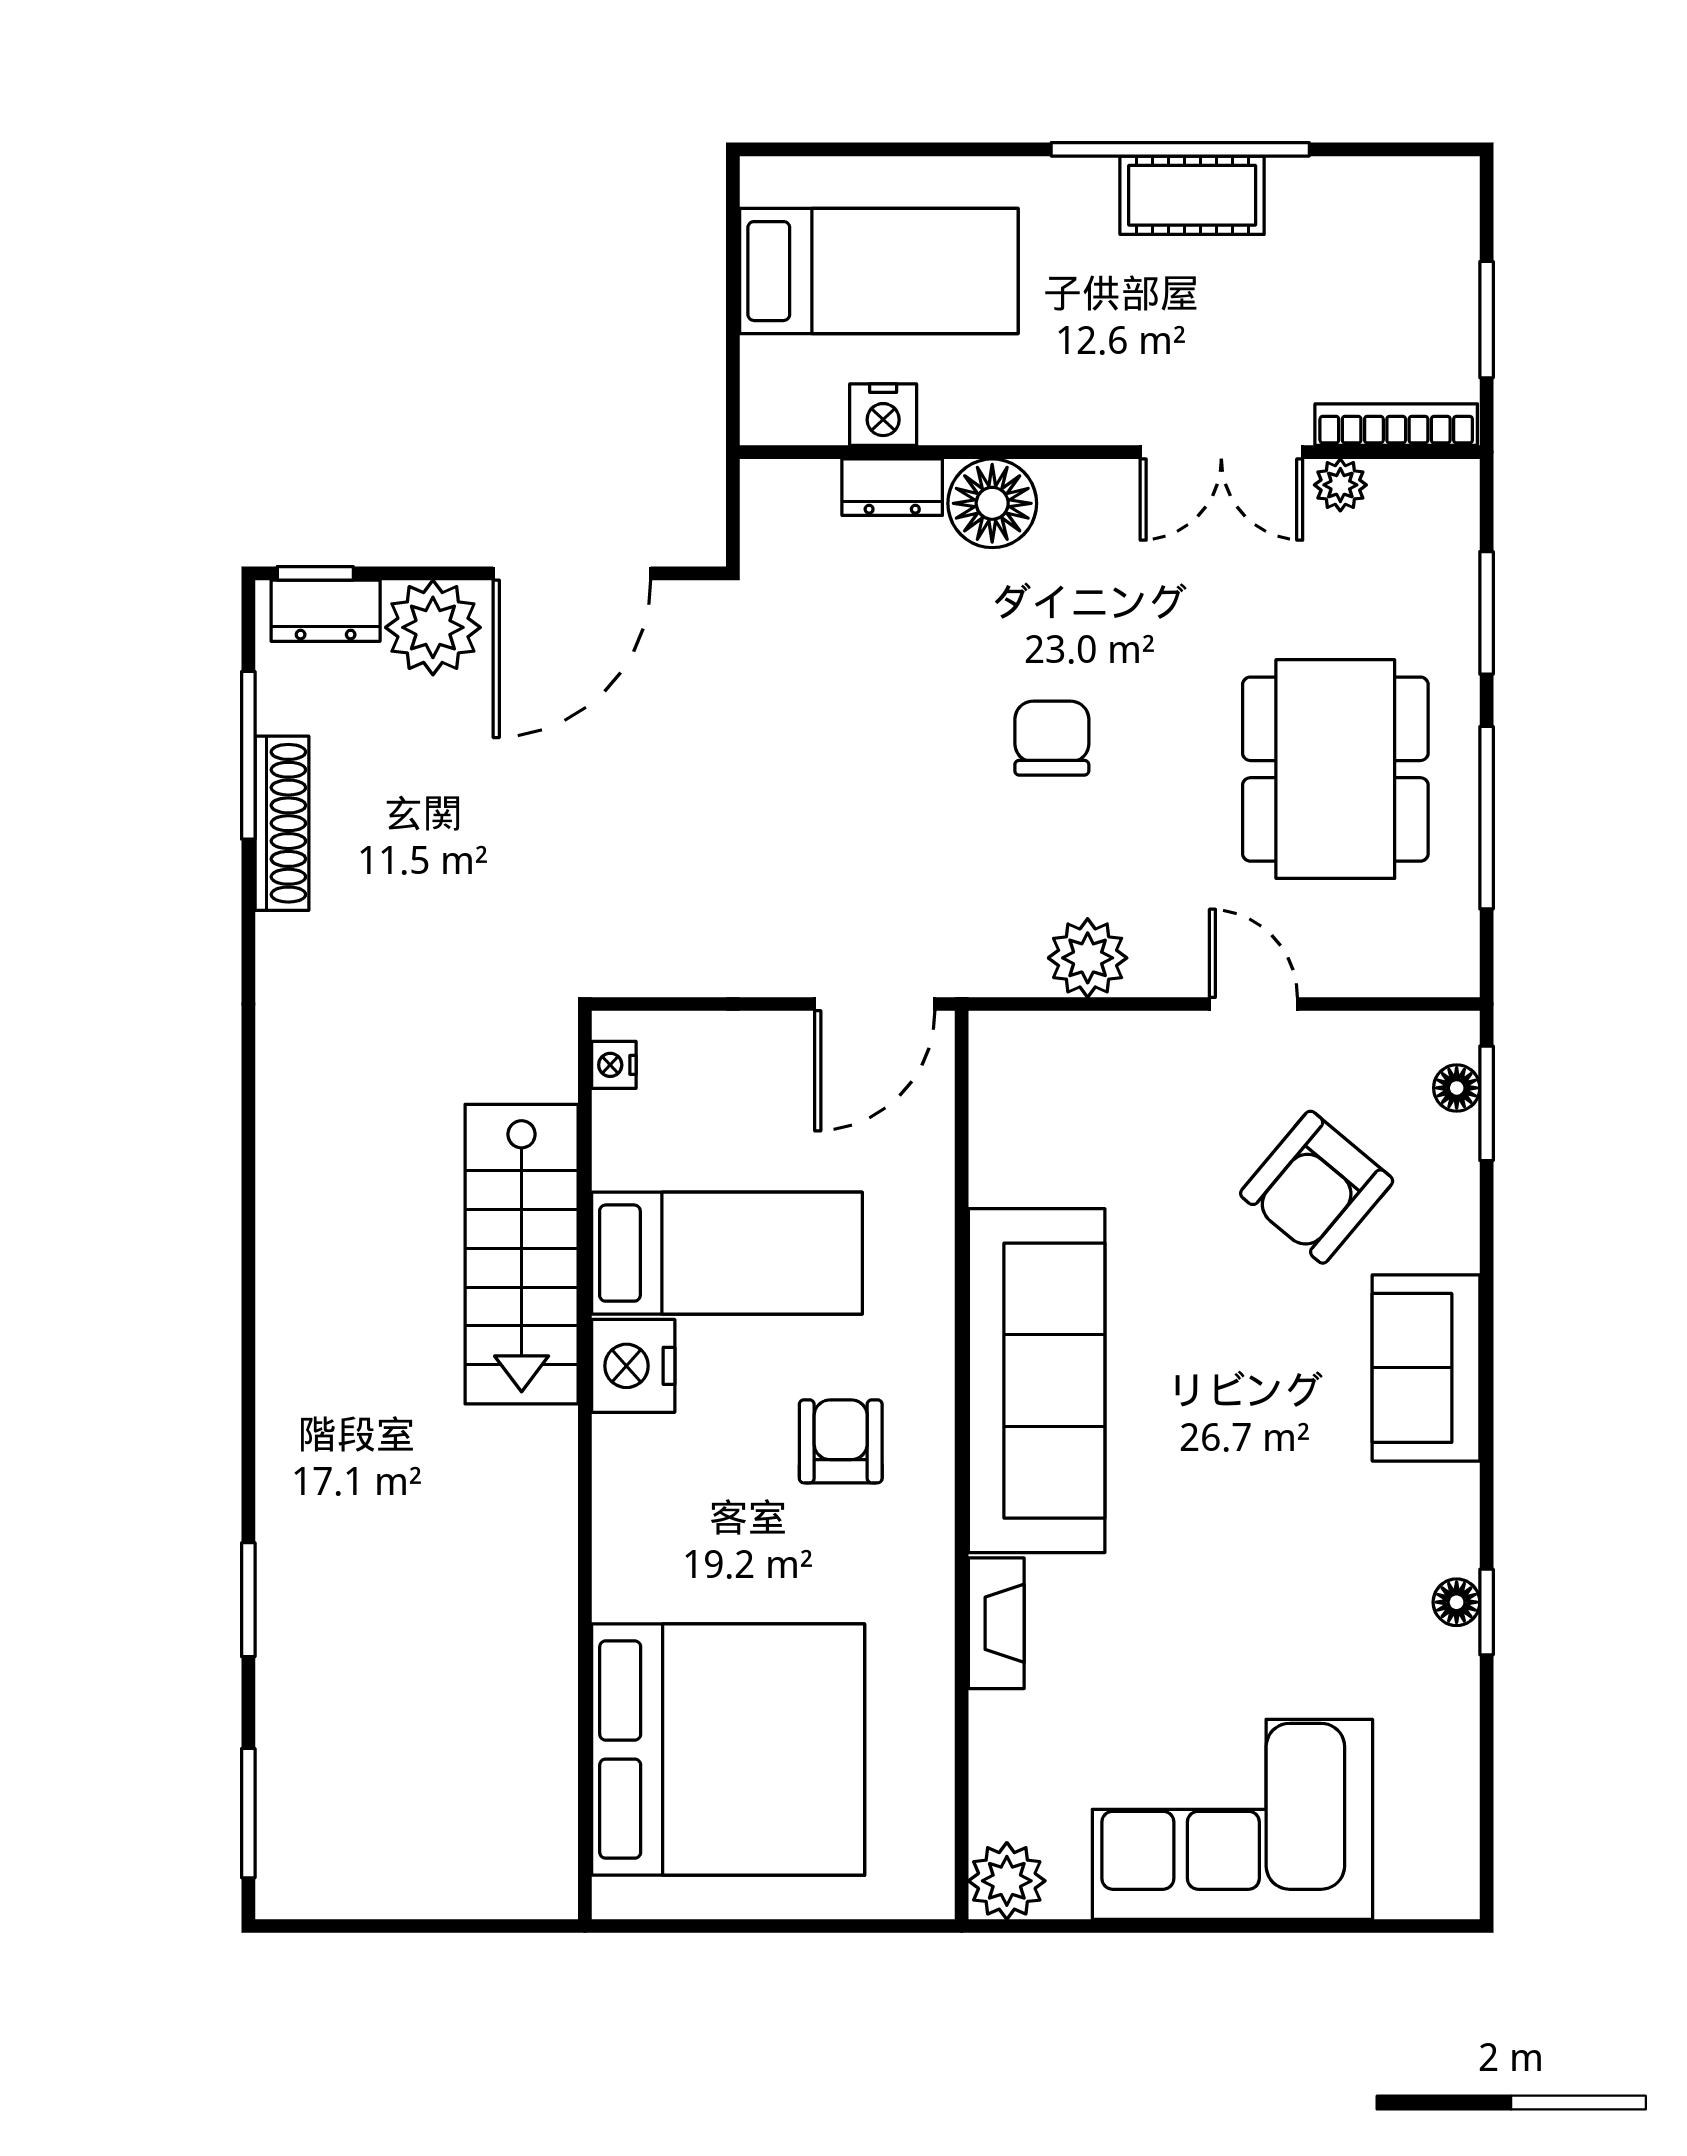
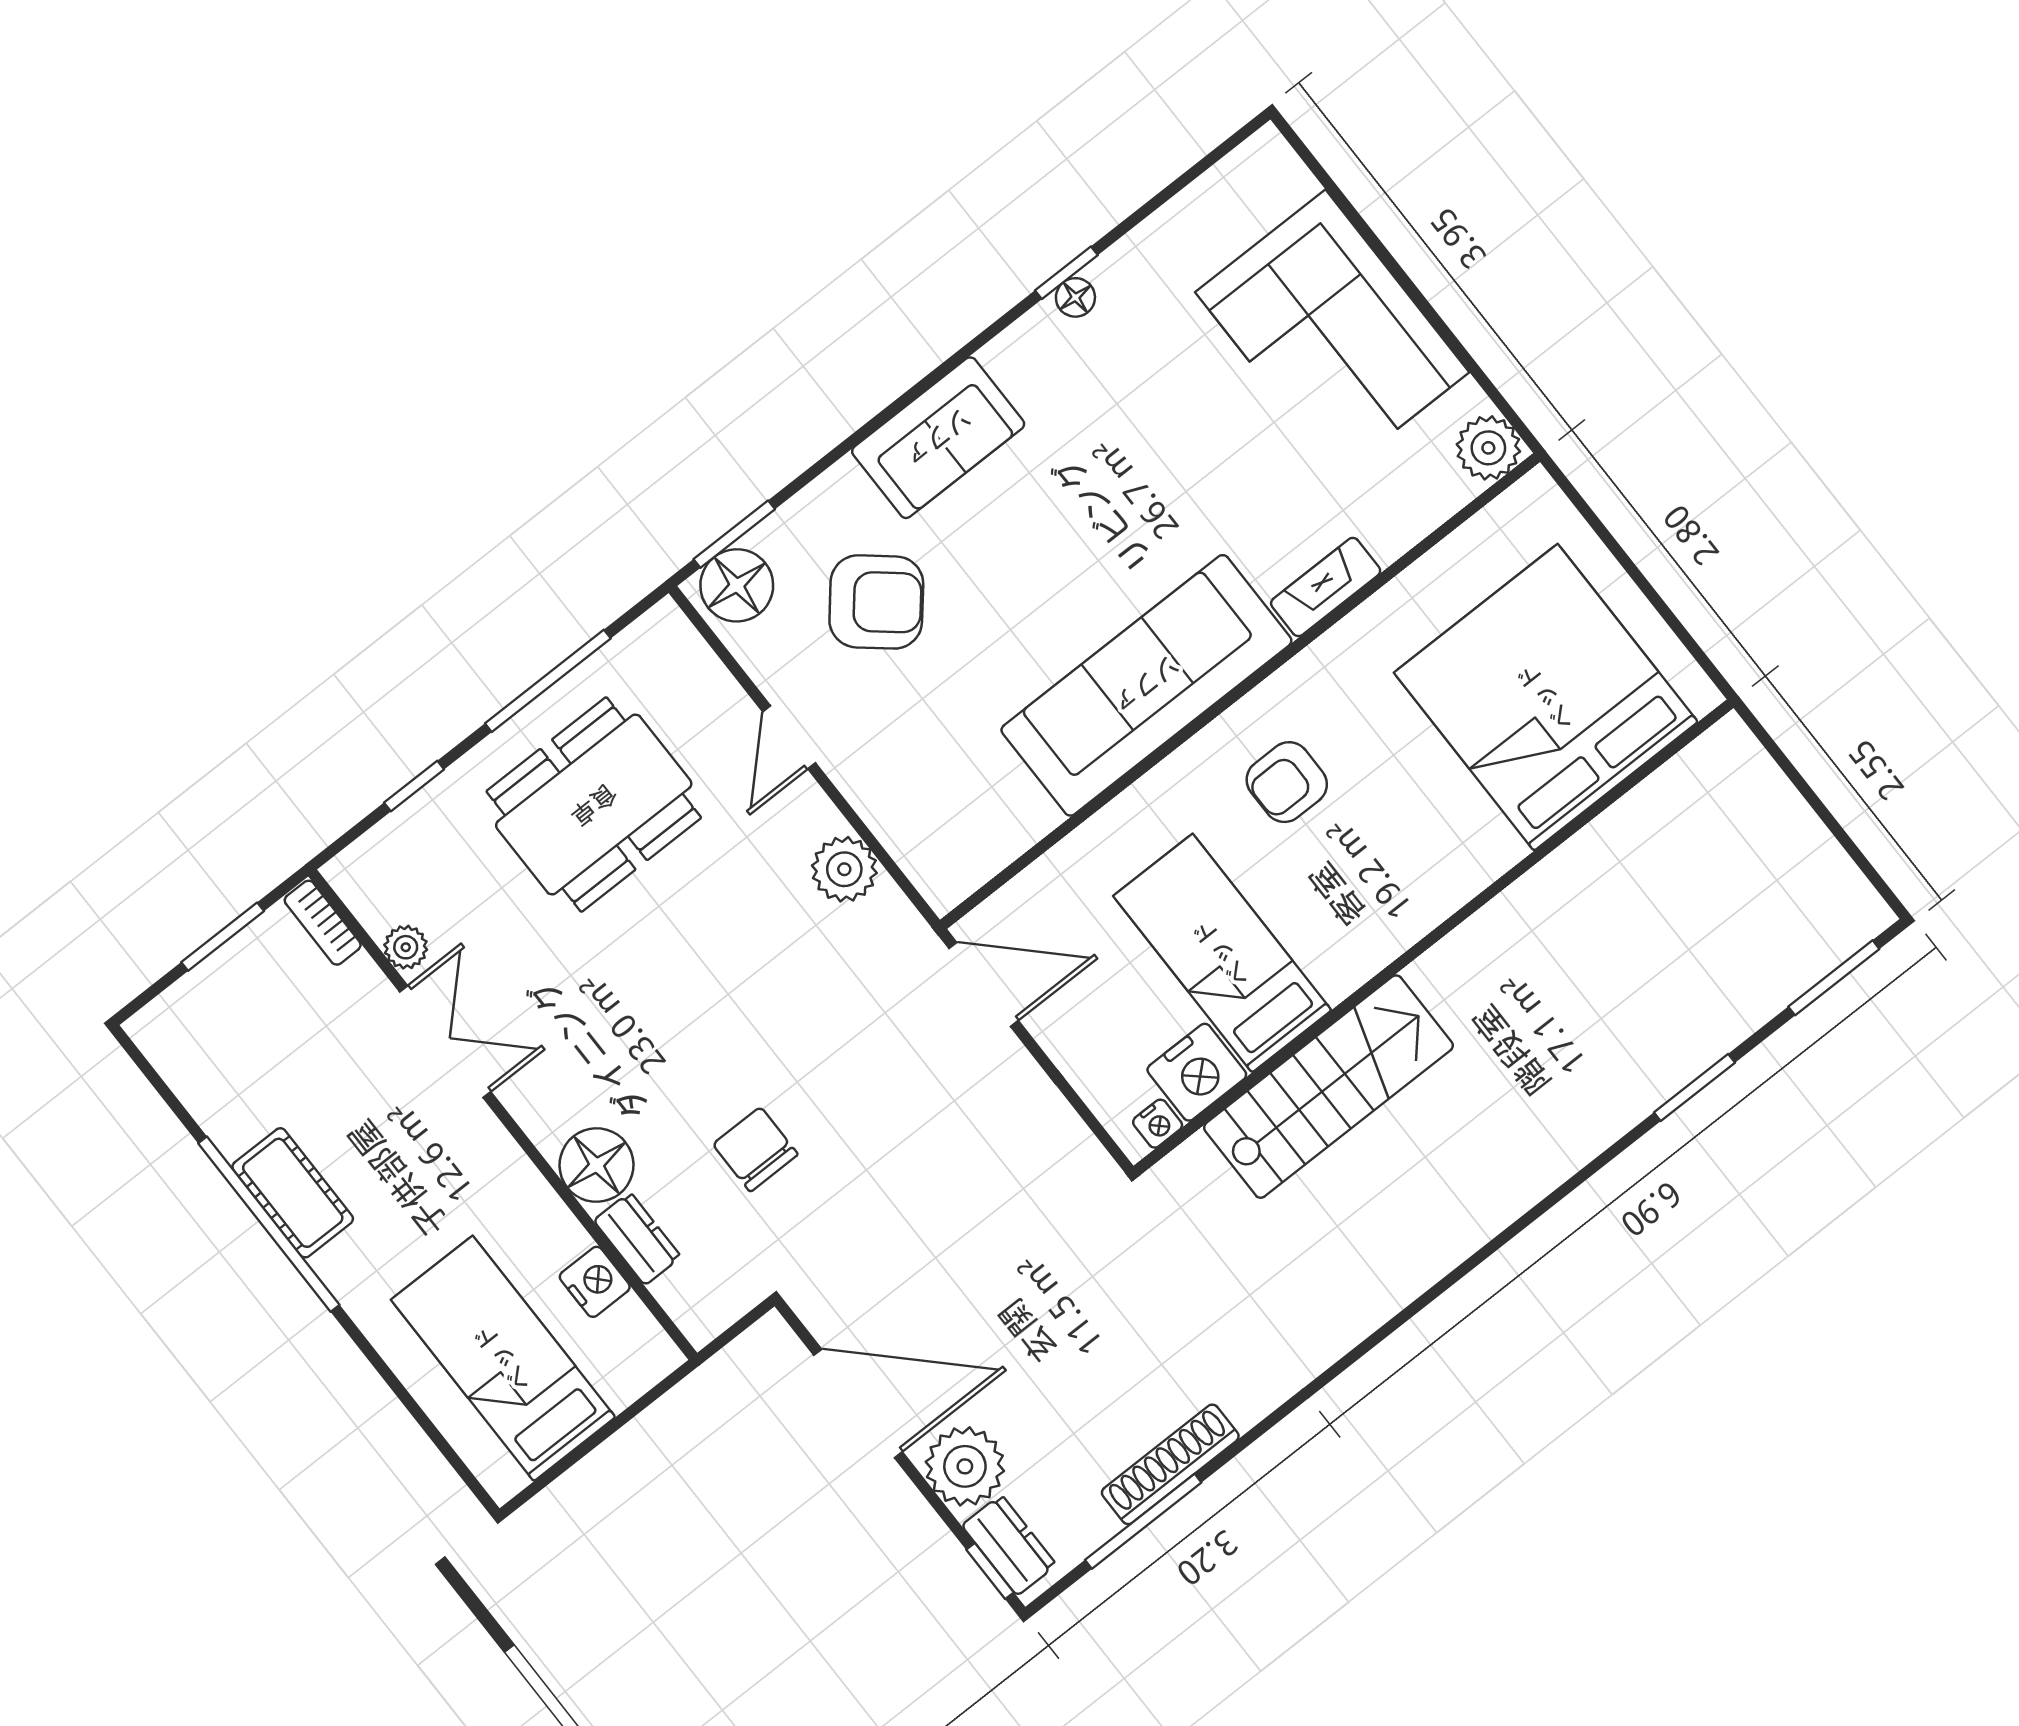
bookcase: (1396, 425) -> (323, 923), width x0.64
window: (1487, 613) -> (414, 786), width x0.67
chair: (1052, 738) -> (755, 1149), moved, turned 90
floor lamp: (1457, 1088) -> (737, 585), width x1.89, depth x1.89
nightstand: (633, 1366) -> (1197, 1072), moved

